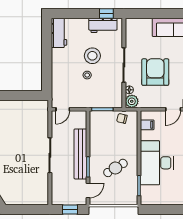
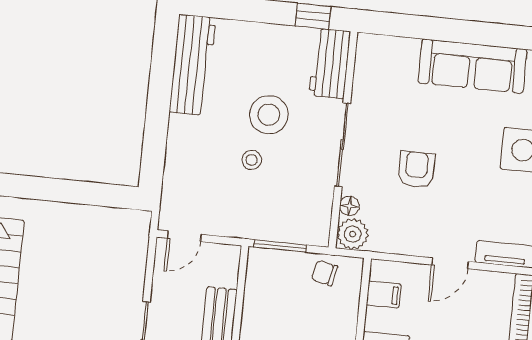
workbench: (103, 25) -> (330, 63), moved, turned 90
workbench: (59, 33) -> (192, 65), width x1.38
armchair: (155, 72) -> (416, 169), width x0.53, depth x0.53

